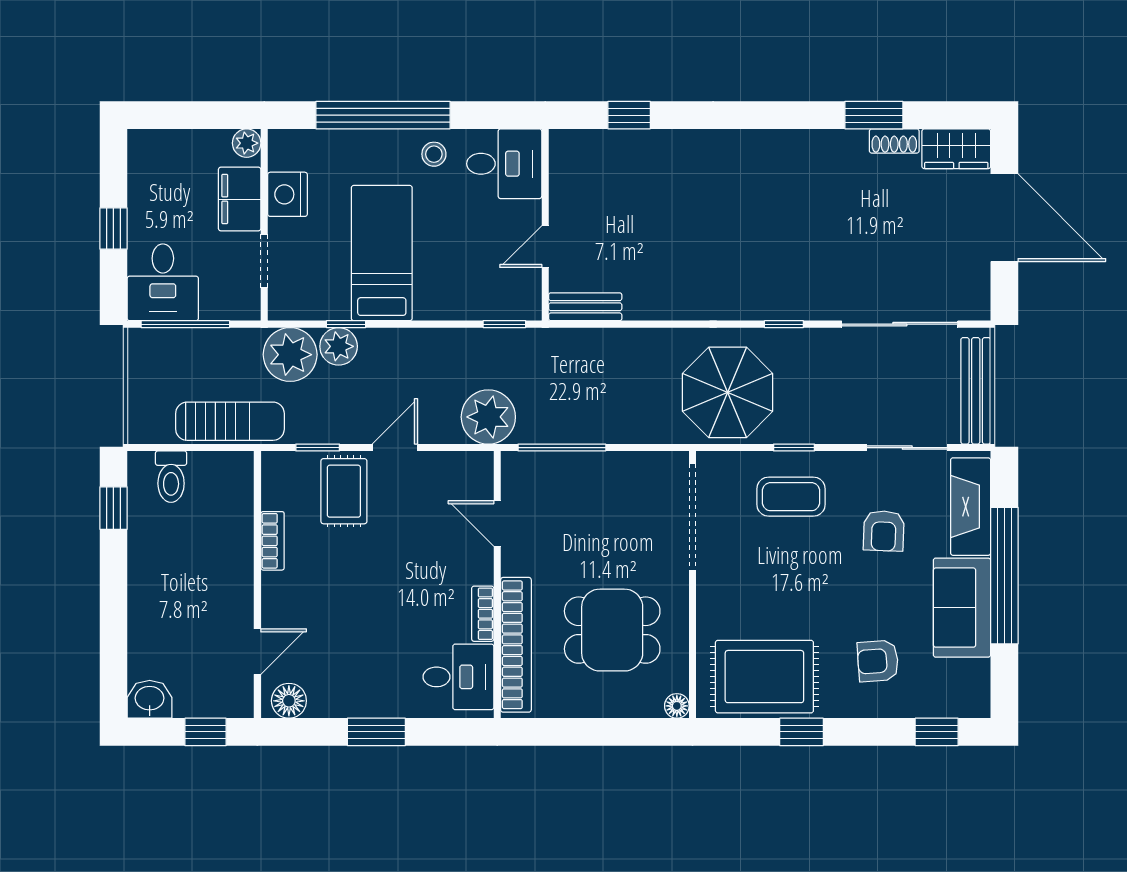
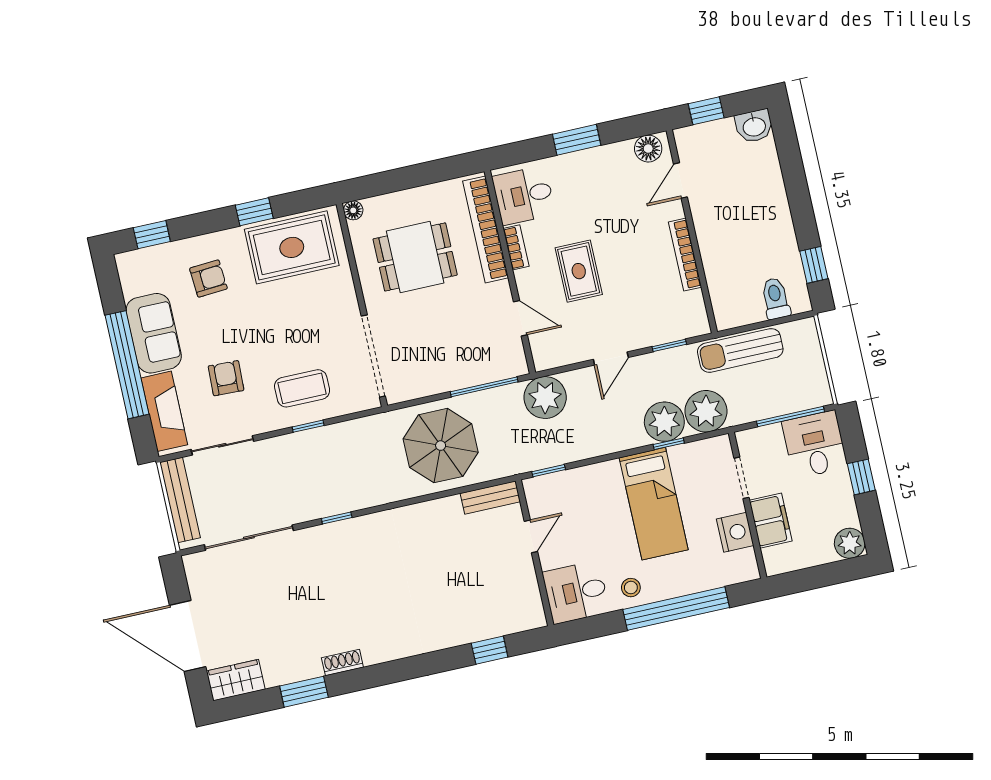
shoe rack: (894, 141) -> (342, 663), moved
plant: (247, 143) -> (850, 543), moved, width x1.38, depth x1.38
plant: (339, 346) -> (664, 422), width x1.36, depth x1.36
parasol: (728, 392) -> (441, 446), moved
rug: (344, 491) -> (579, 271), moved
bookcase: (273, 541) -> (685, 255), width x1.56

